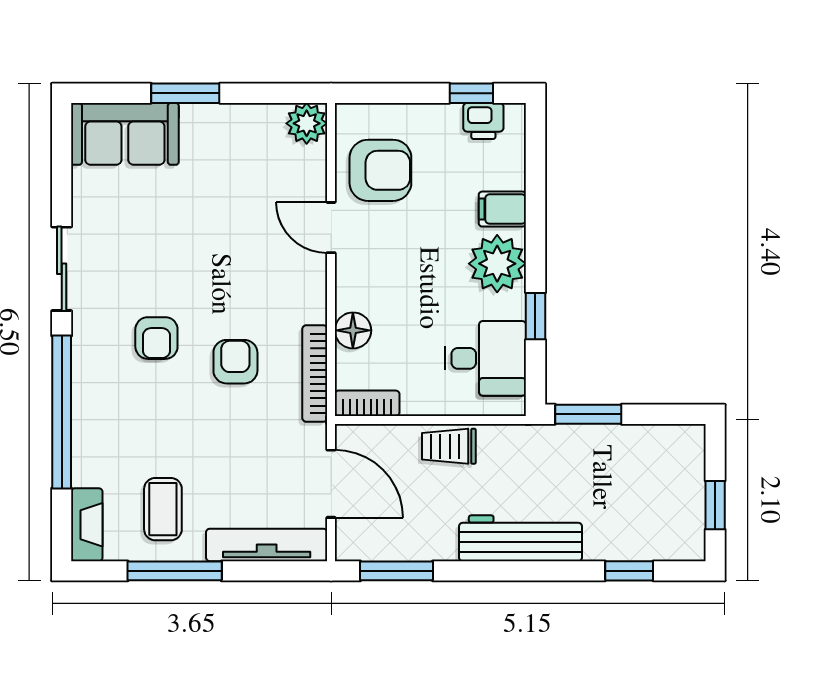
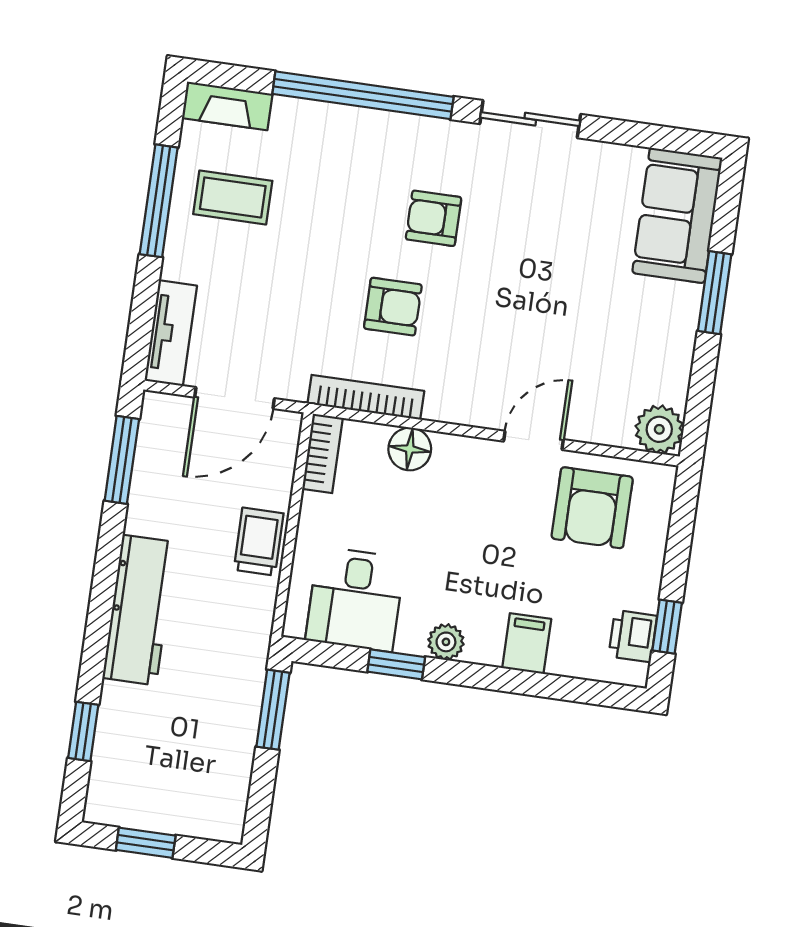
plant: (497, 264) -> (446, 642), width x0.53, depth x0.53
tv unit: (267, 545) -> (171, 333), width x0.71

